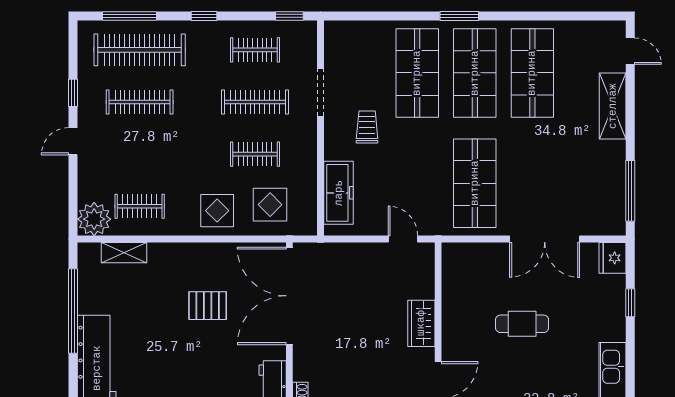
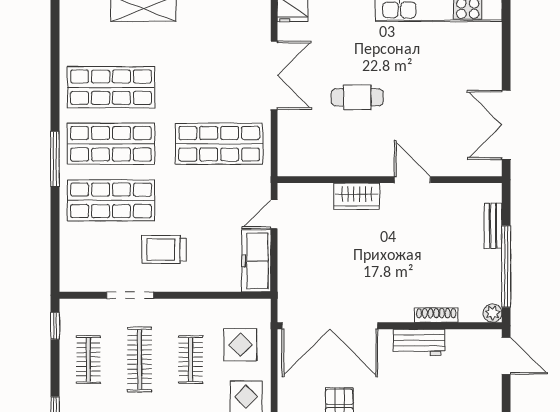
window: (459, 16) -> (55, 159), width x1.44
trolley: (367, 127) -> (164, 250), width x1.36, depth x1.39
freezer: (339, 193) -> (256, 261), moved, turned -90
cafe table: (522, 324) -> (357, 97), turned 90

